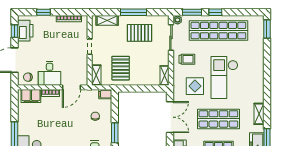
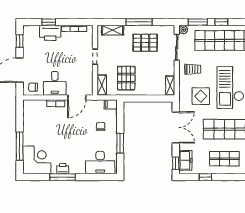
printer: (25, 31) -> (50, 33), moved, turned 90
filing cabinet: (31, 96) -> (36, 106), removed

